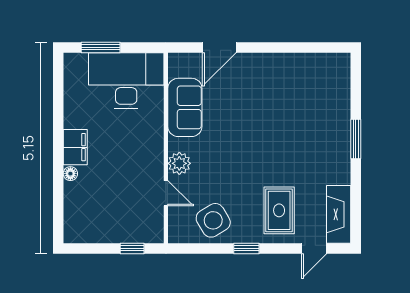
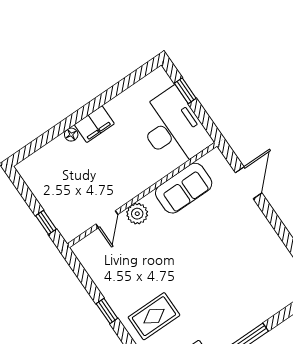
window: (101, 47) -> (185, 91), width x0.67
door: (219, 47) -> (249, 183), swing flipped
side table: (213, 220) -> (111, 270), removed

